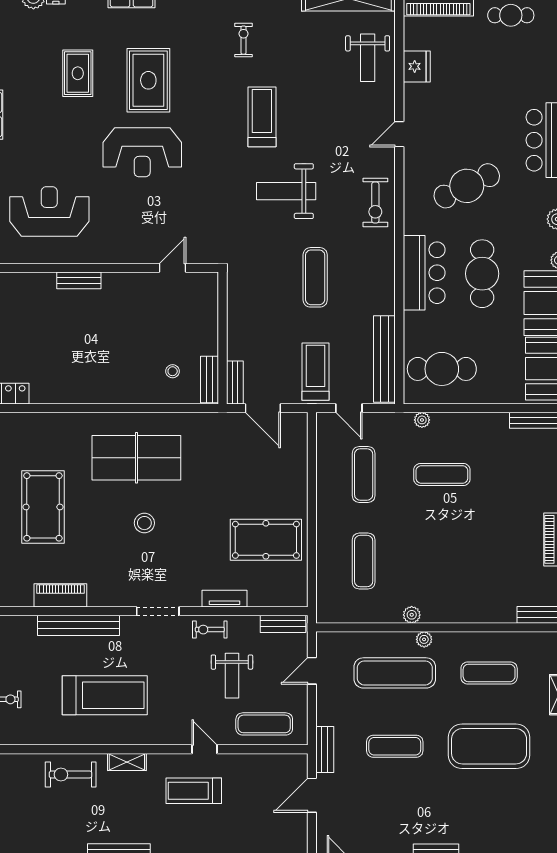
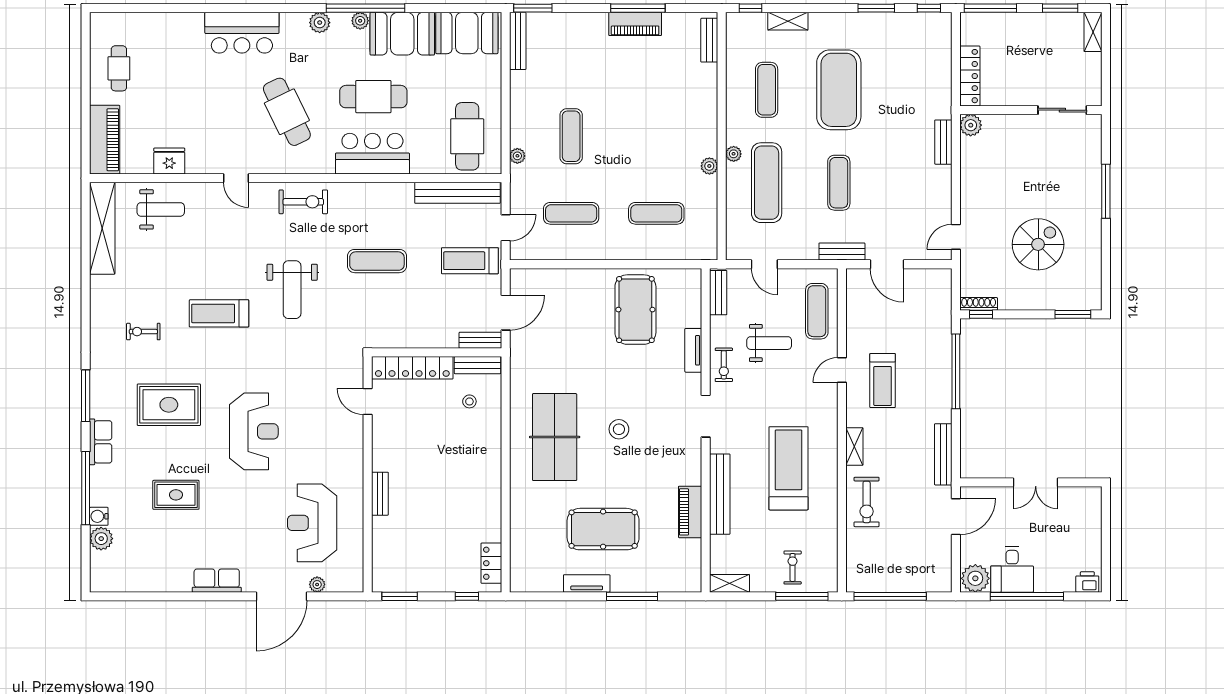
rug: (148, 80) -> (169, 405), moved
locker: (207, 313) -> (412, 368), added

